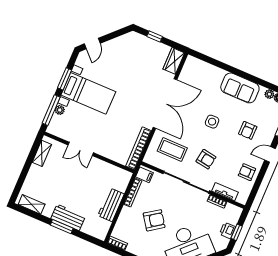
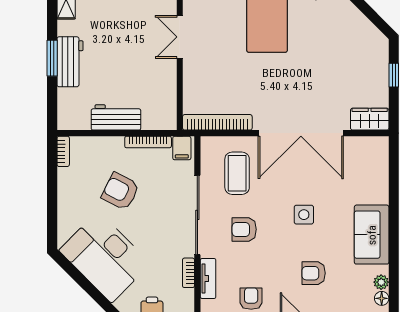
armchair: (206, 159) -> (244, 229), turned 81
armchair: (154, 220) -> (120, 191), turned 152

